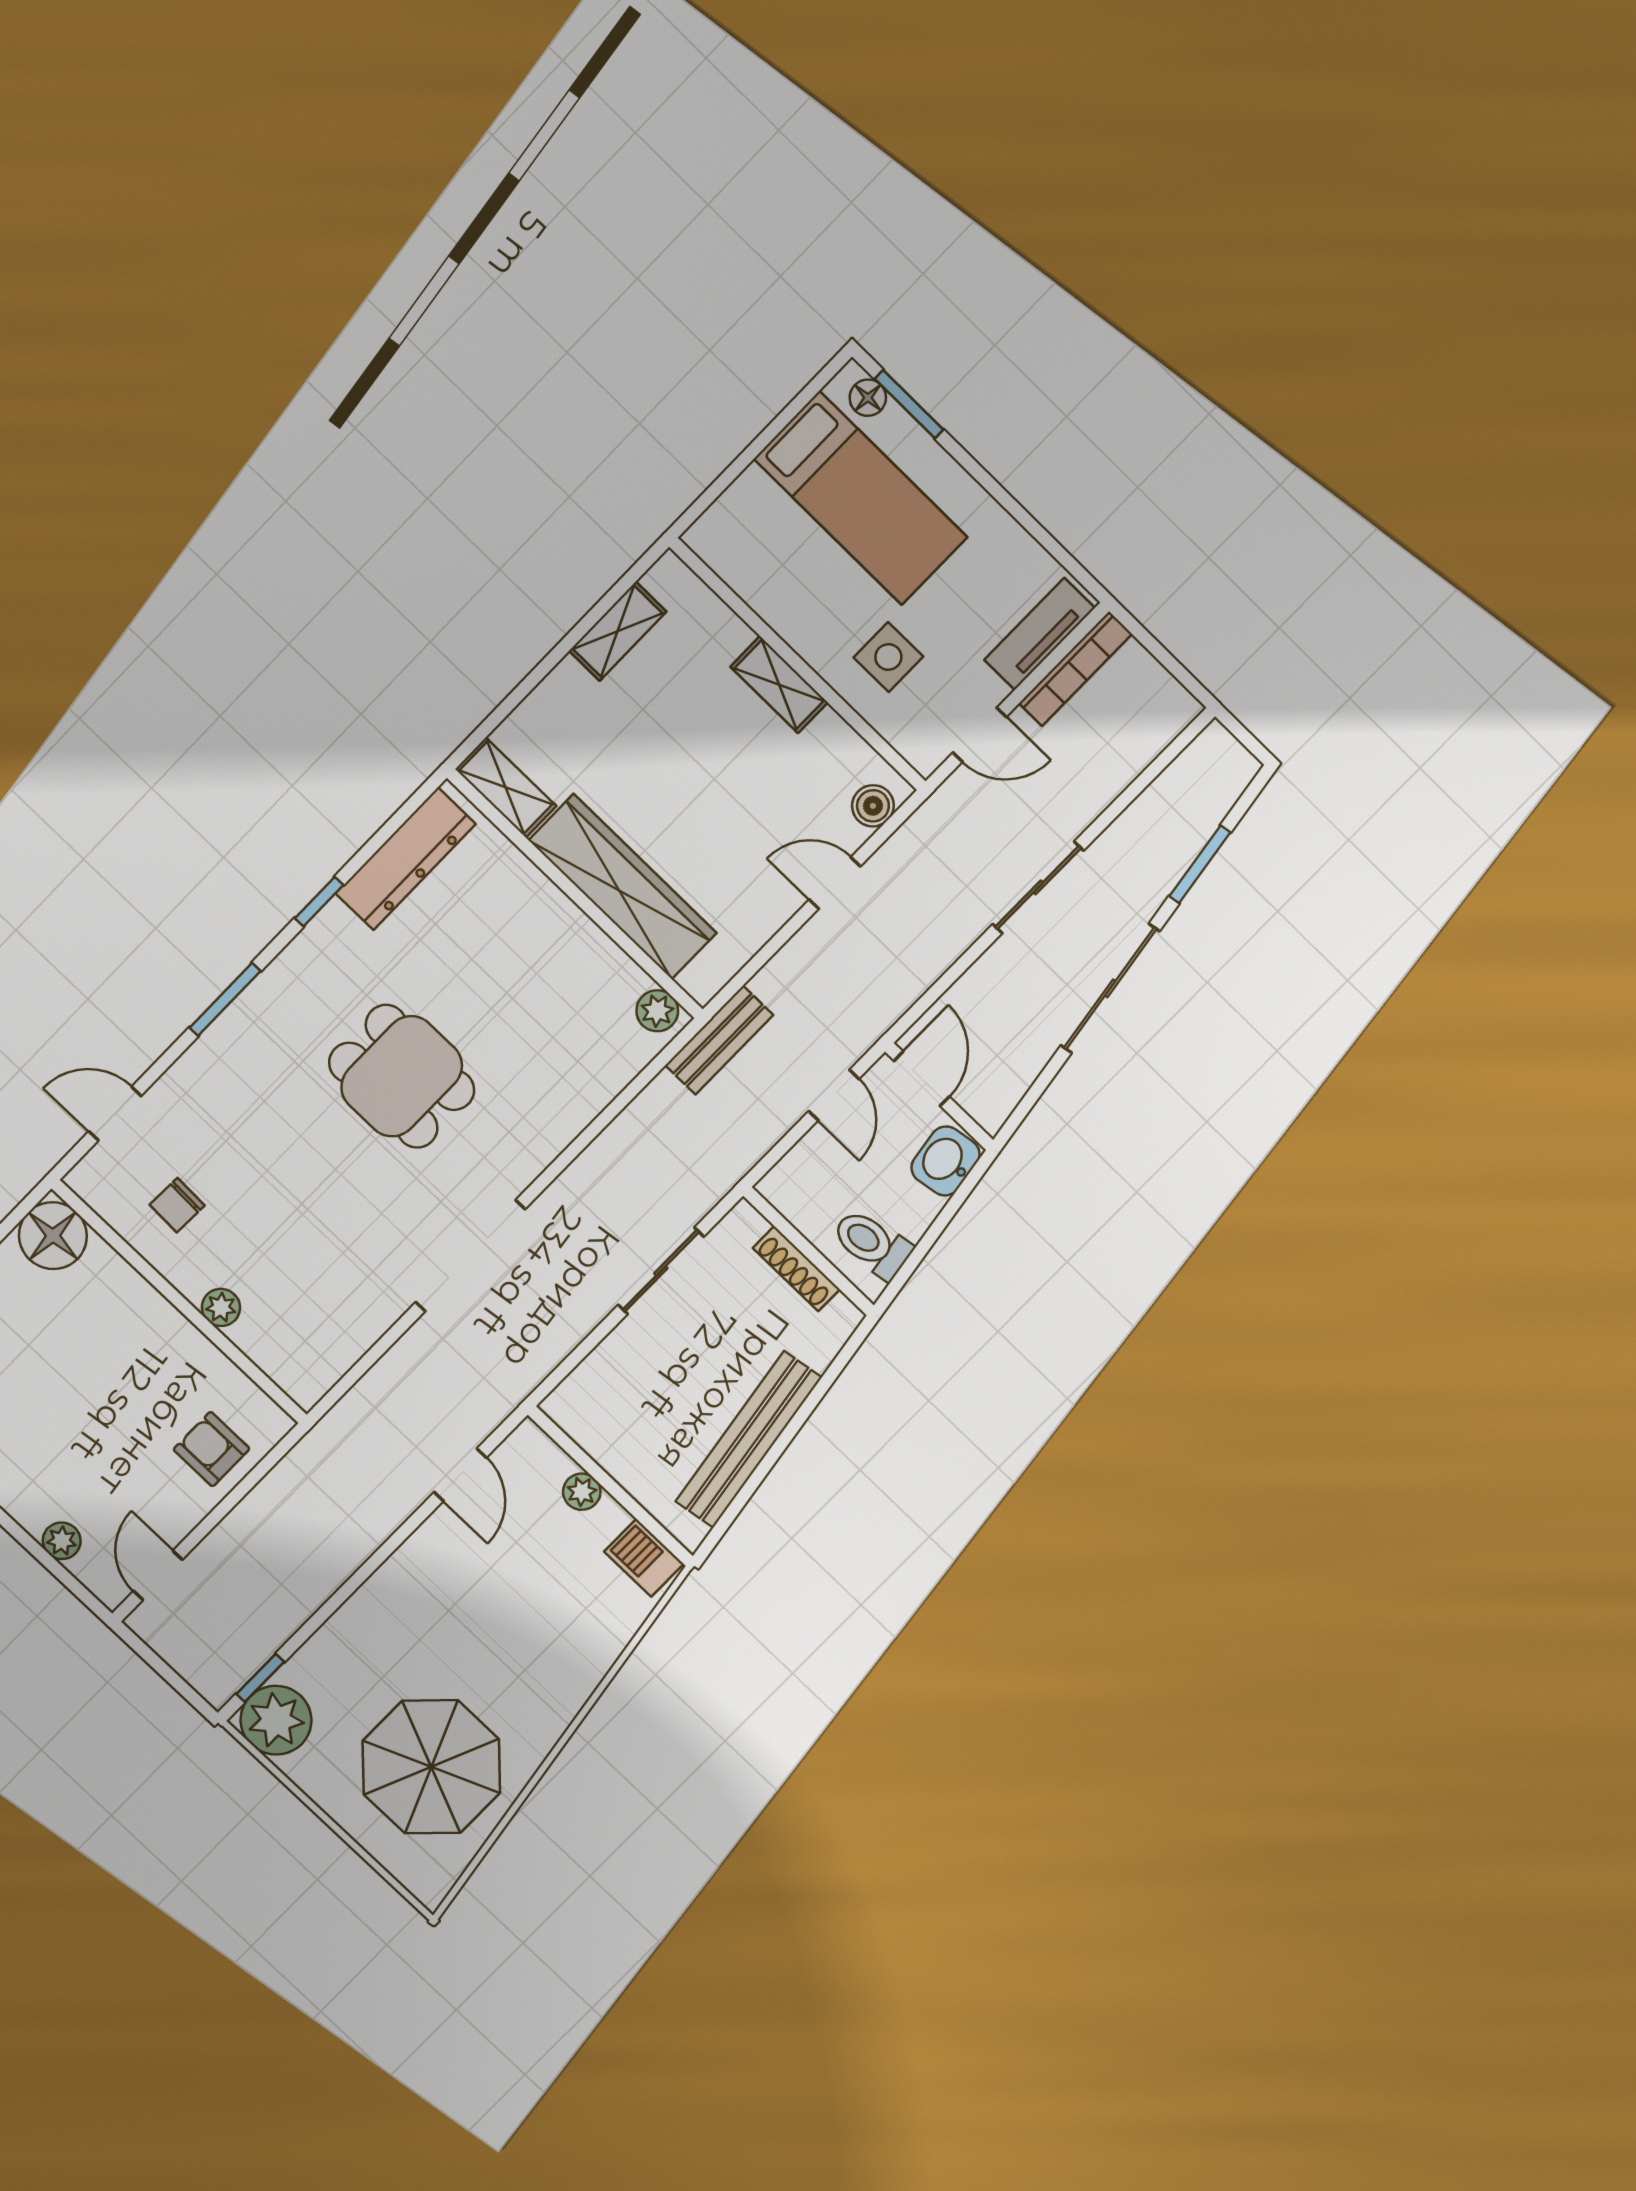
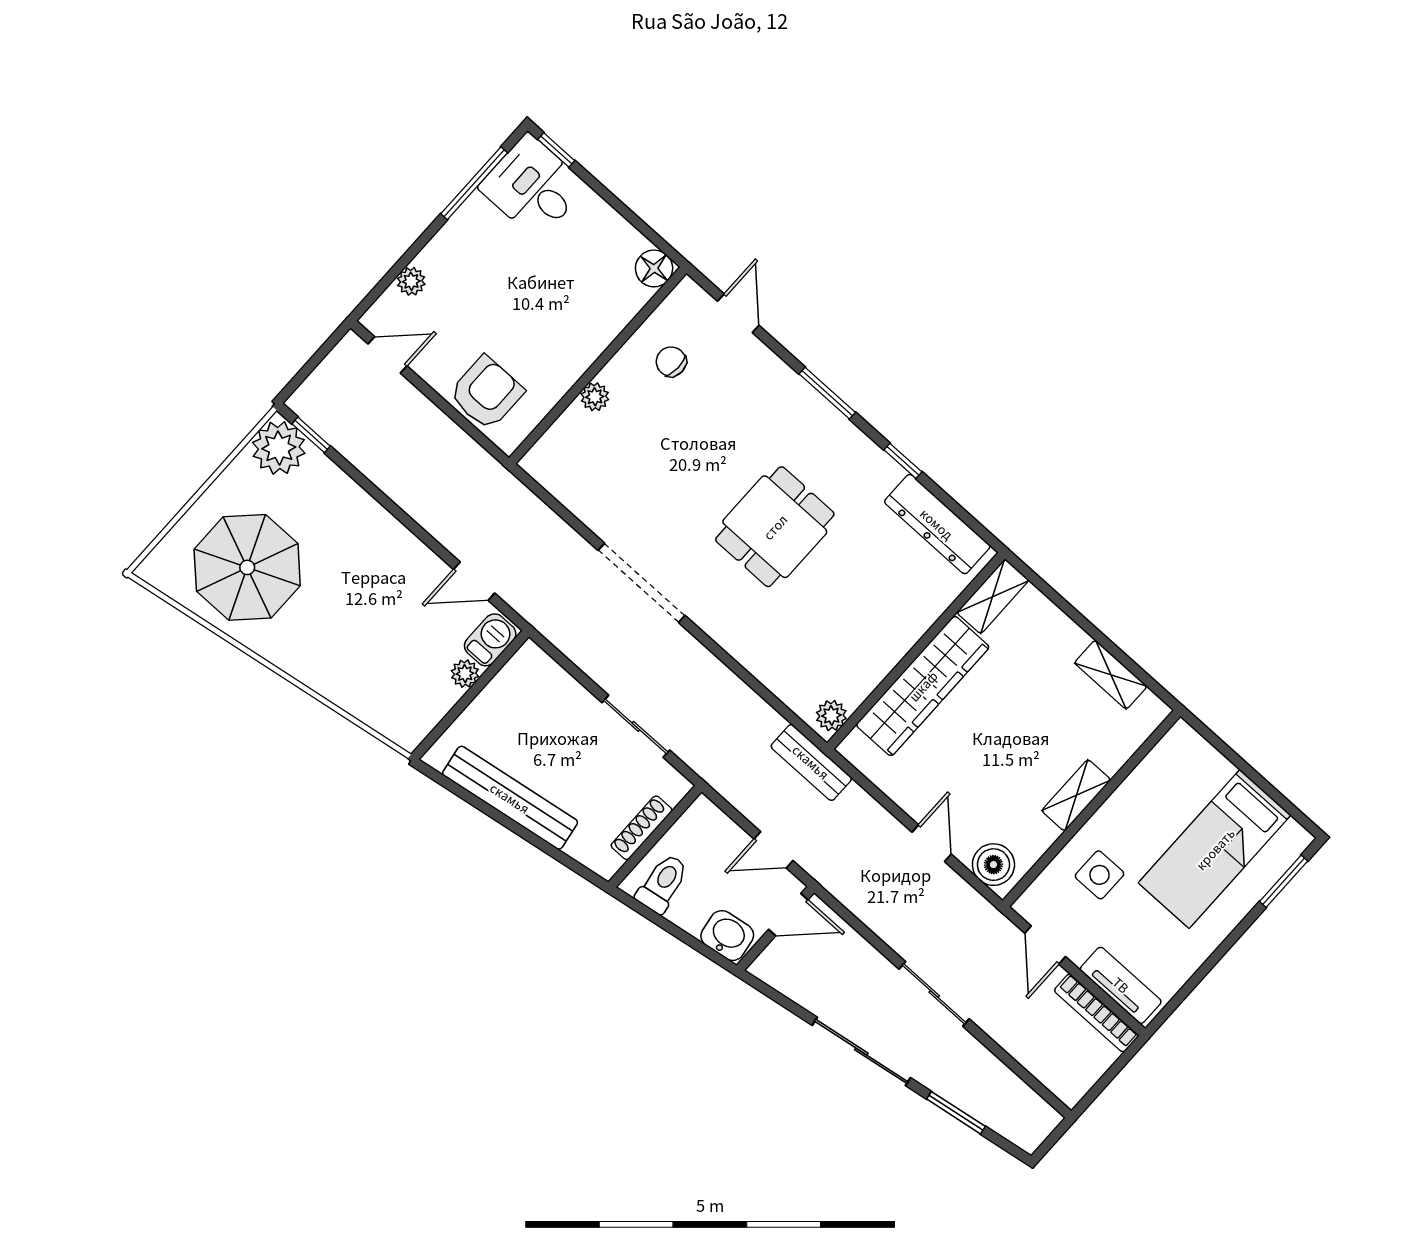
floor lamp: (868, 398) -> (1287, 851), removed
boiler: (873, 806) -> (993, 865), width x1.36, depth x1.36
floor lamp: (53, 1236) -> (654, 268), width x0.73, depth x0.73
armchair: (212, 1449) -> (486, 393), width x1.38, depth x1.38
barbecue: (644, 1558) -> (490, 640), moved

